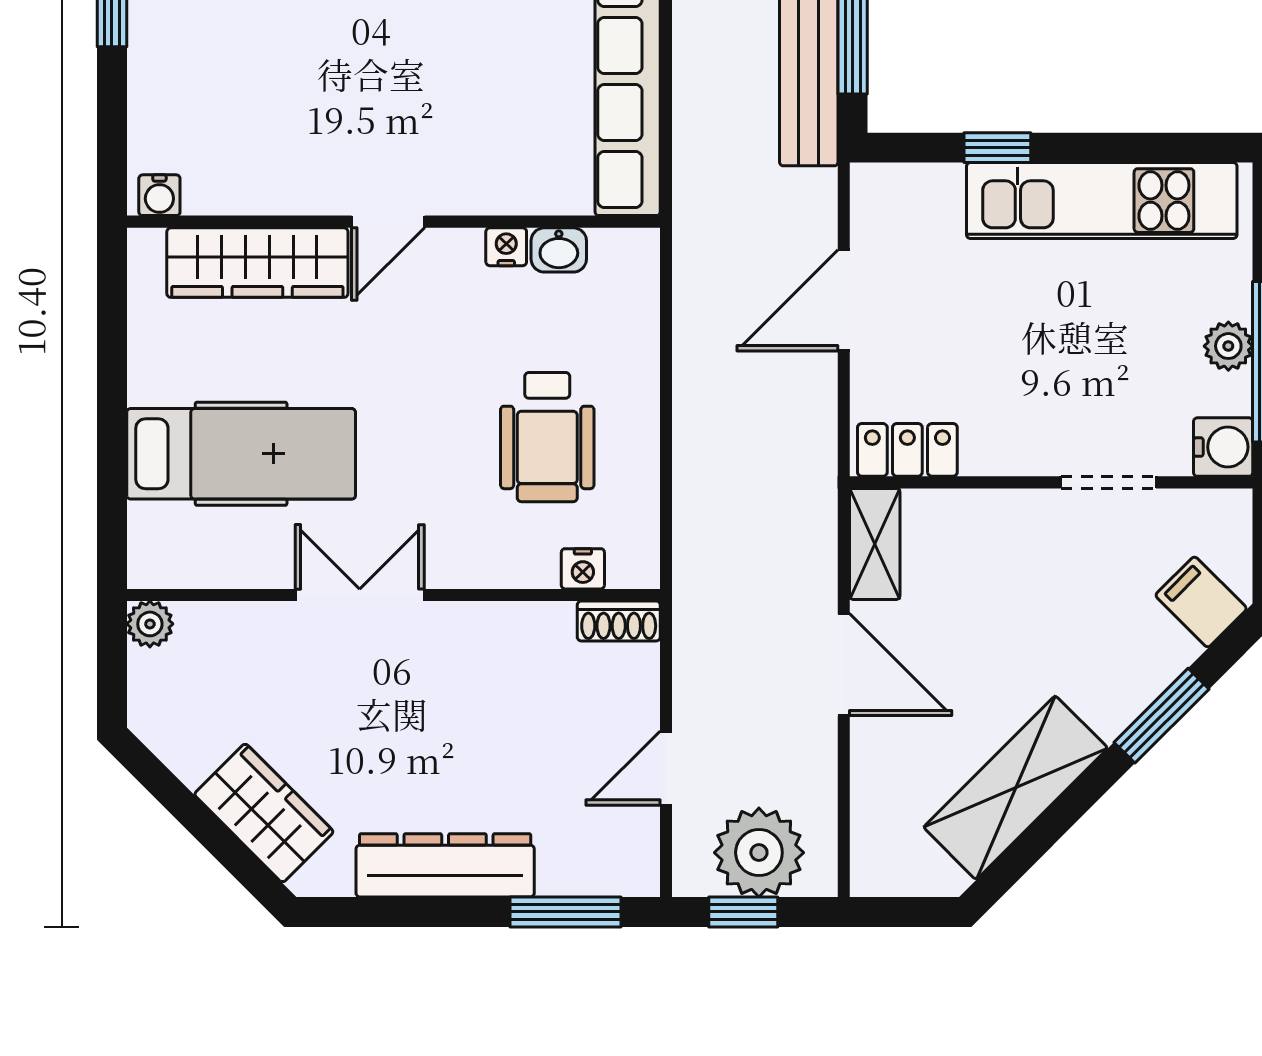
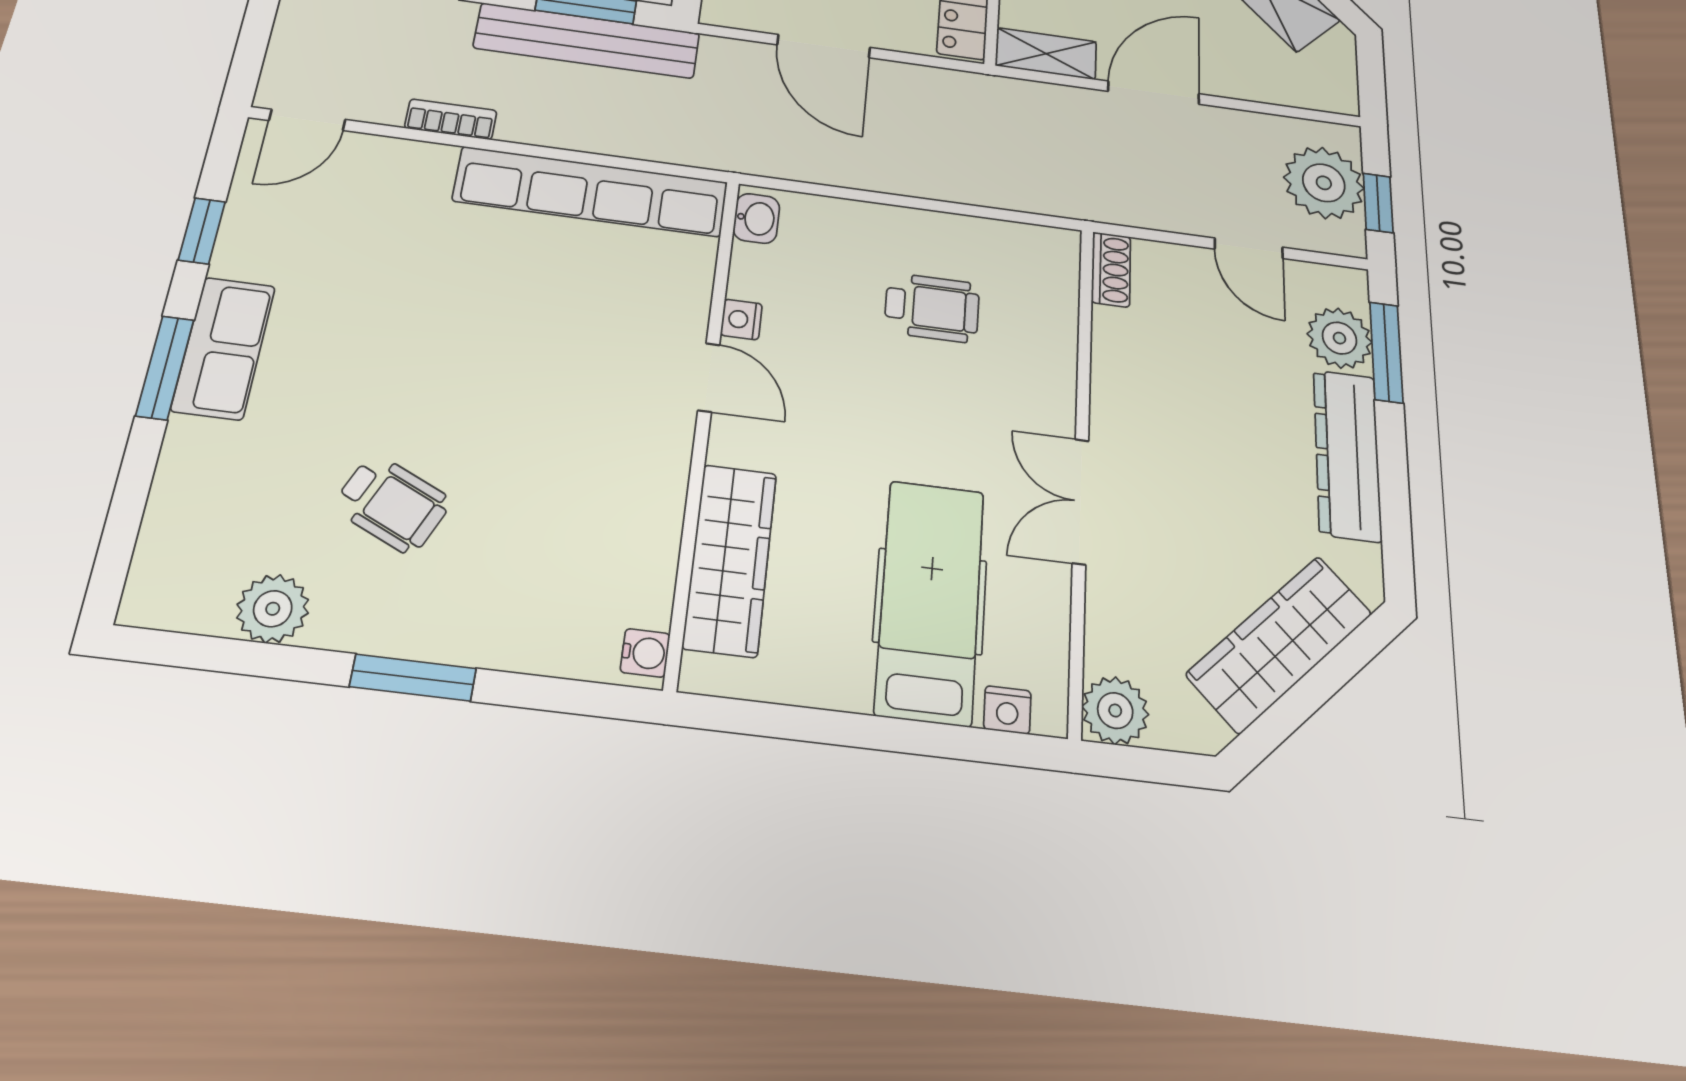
door: (388, 222) -> (709, 378), moved
washbasin: (559, 250) -> (756, 218), moved
wheelchair: (547, 437) -> (932, 308), width x0.73, depth x0.73
nightstand: (583, 569) -> (1007, 710), moved, turned 90
plant: (150, 624) -> (1115, 711), width x1.38, depth x1.38
wardrobe: (264, 813) -> (1280, 644), width x1.50
plant: (575, 863) -> (1339, 338), added

